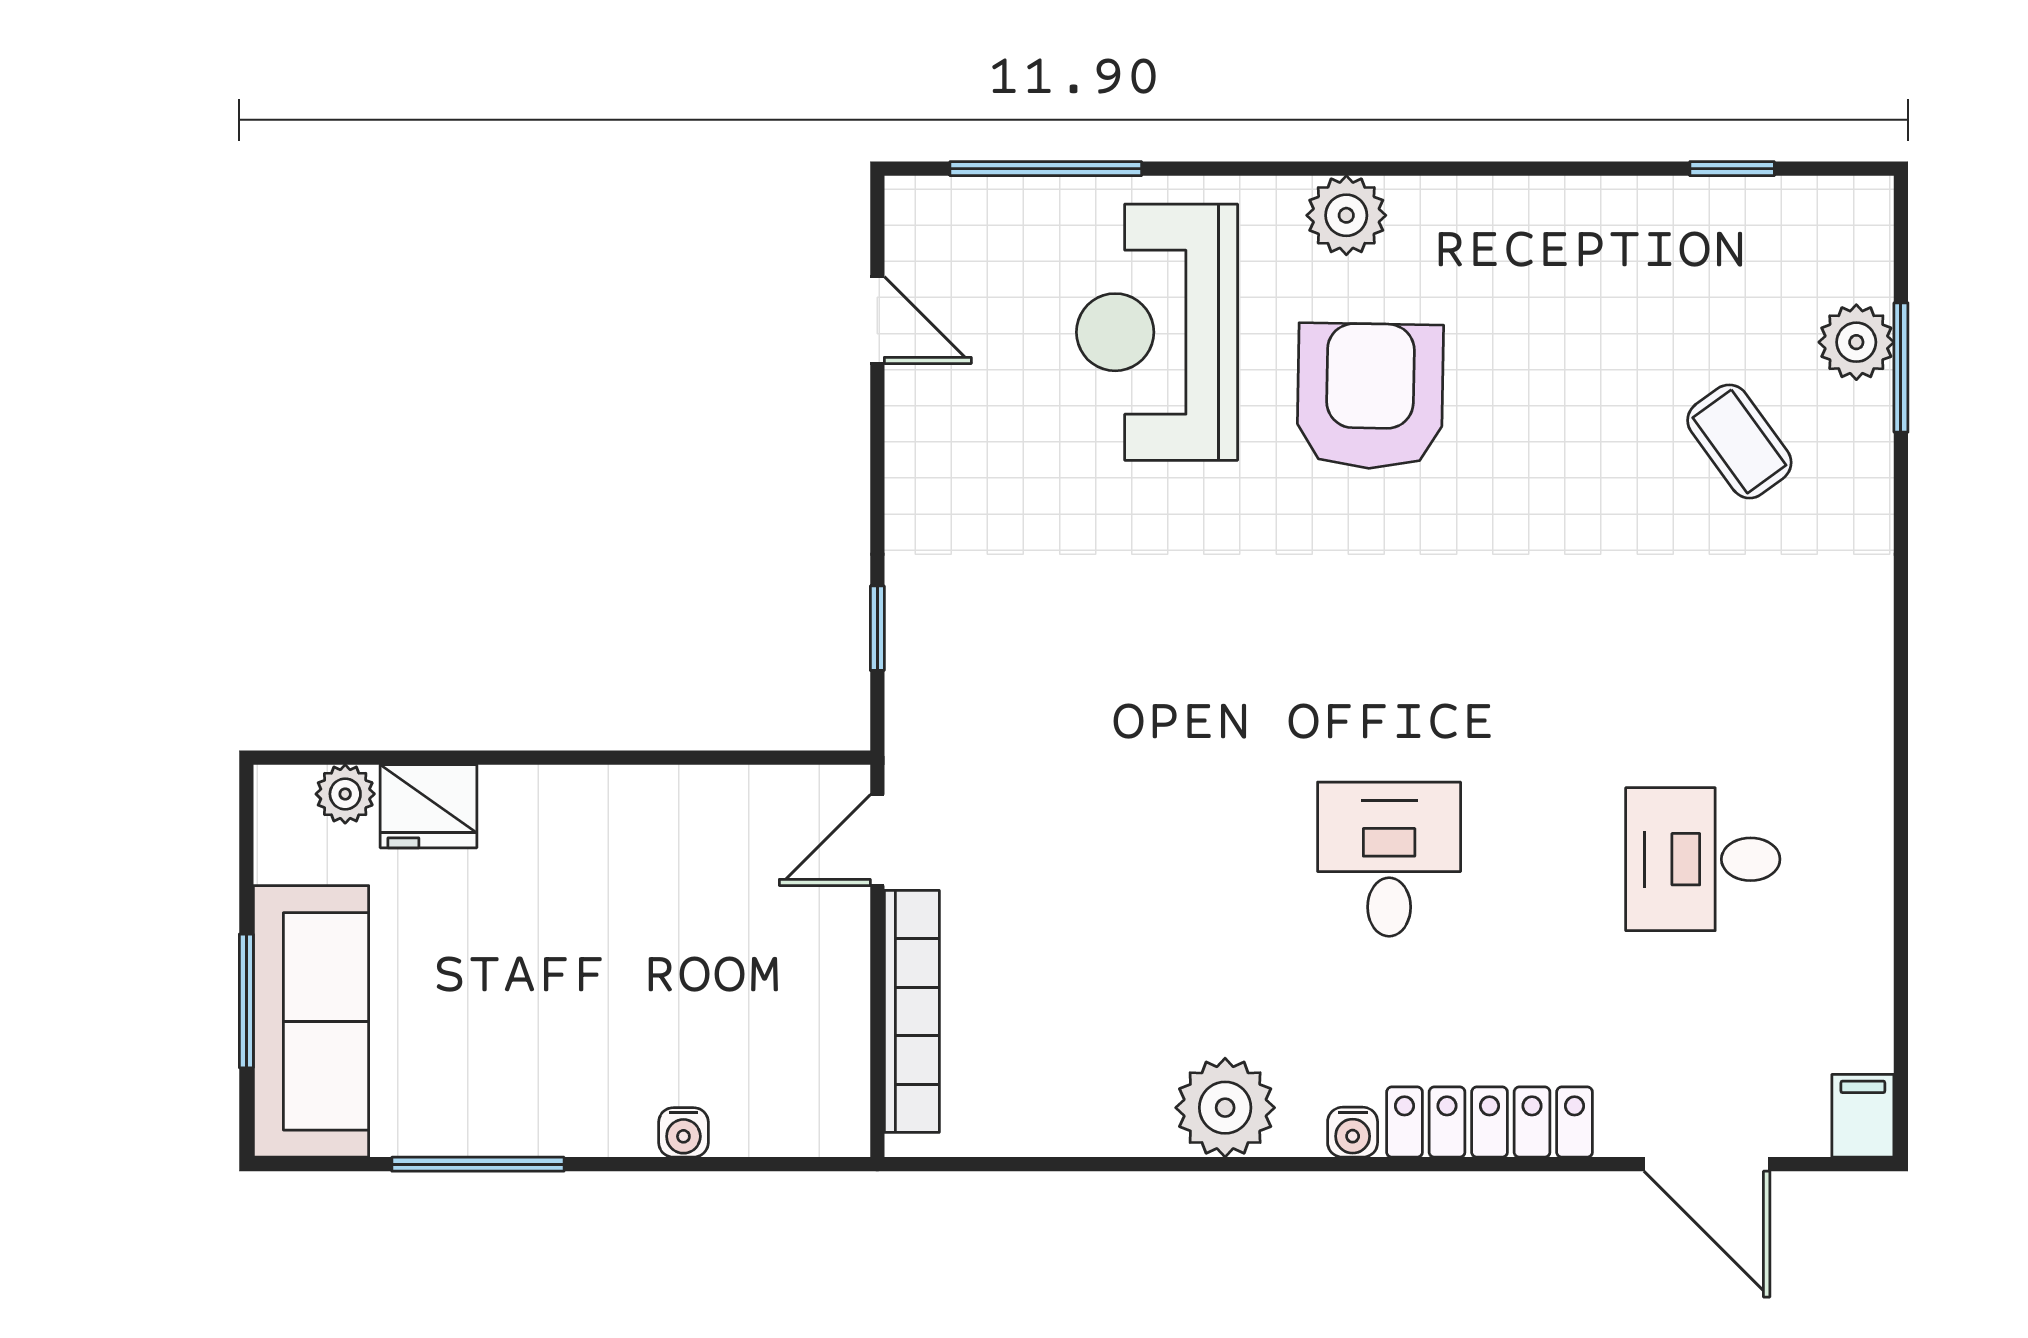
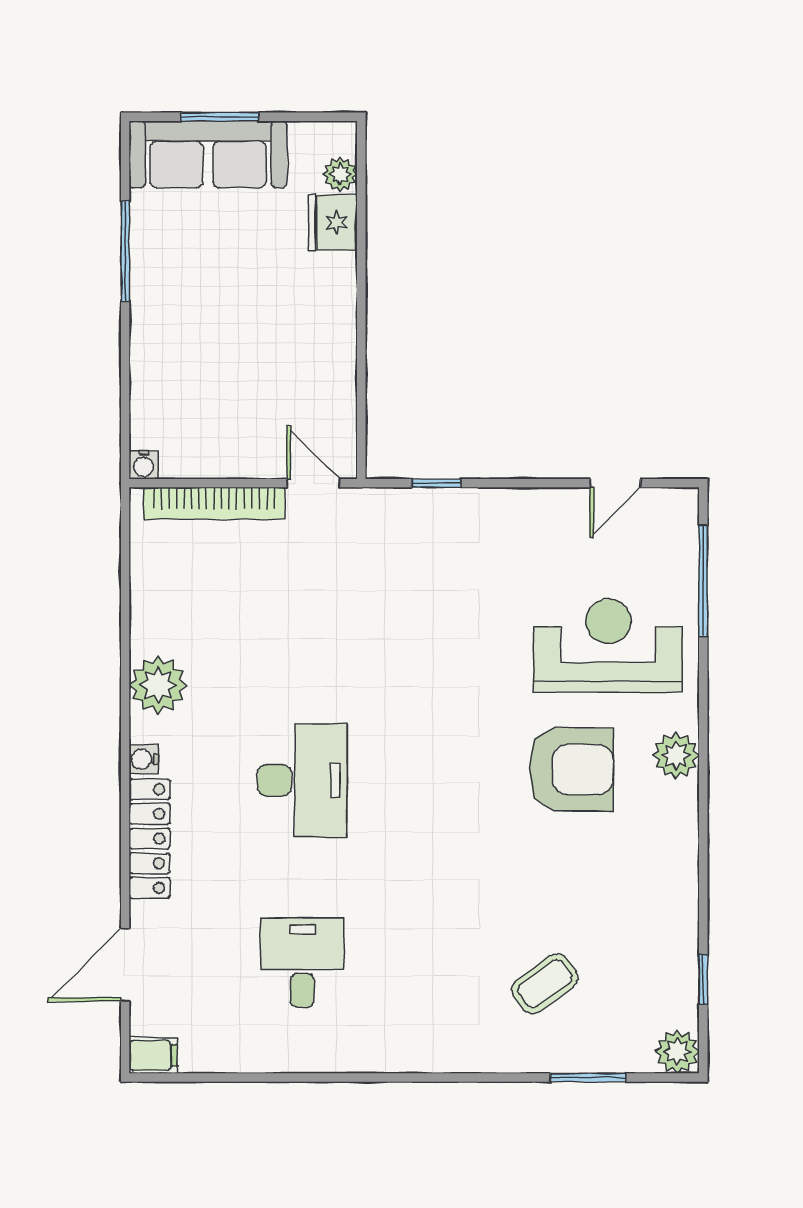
plant: (1856, 342) -> (677, 1052), moved
desk: (1389, 859) -> (302, 780), width x1.37
water cooler: (683, 1132) -> (144, 465), moved, turned -90

